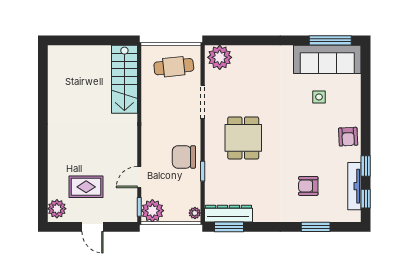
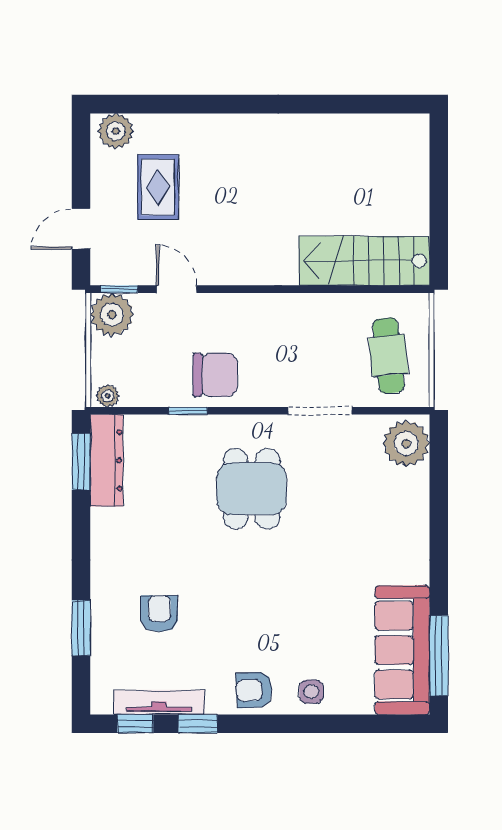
side table: (319, 97) -> (311, 692), moved
dining table: (243, 138) -> (252, 489), turned 90
chair: (184, 157) -> (215, 375), turned 90
door: (92, 227) -> (81, 229), moved

